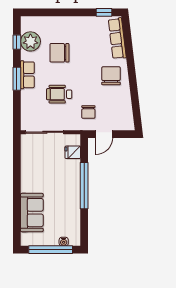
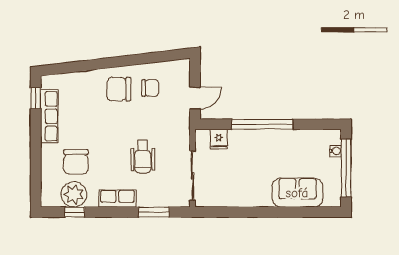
row of seats: (117, 38) -> (49, 116), moved, turned -83
chair: (59, 53) -> (76, 162), moved
window: (17, 79) -> (154, 212), moved
chair: (88, 112) -> (150, 88), moved
door: (104, 134) -> (195, 98), hinge flipped

